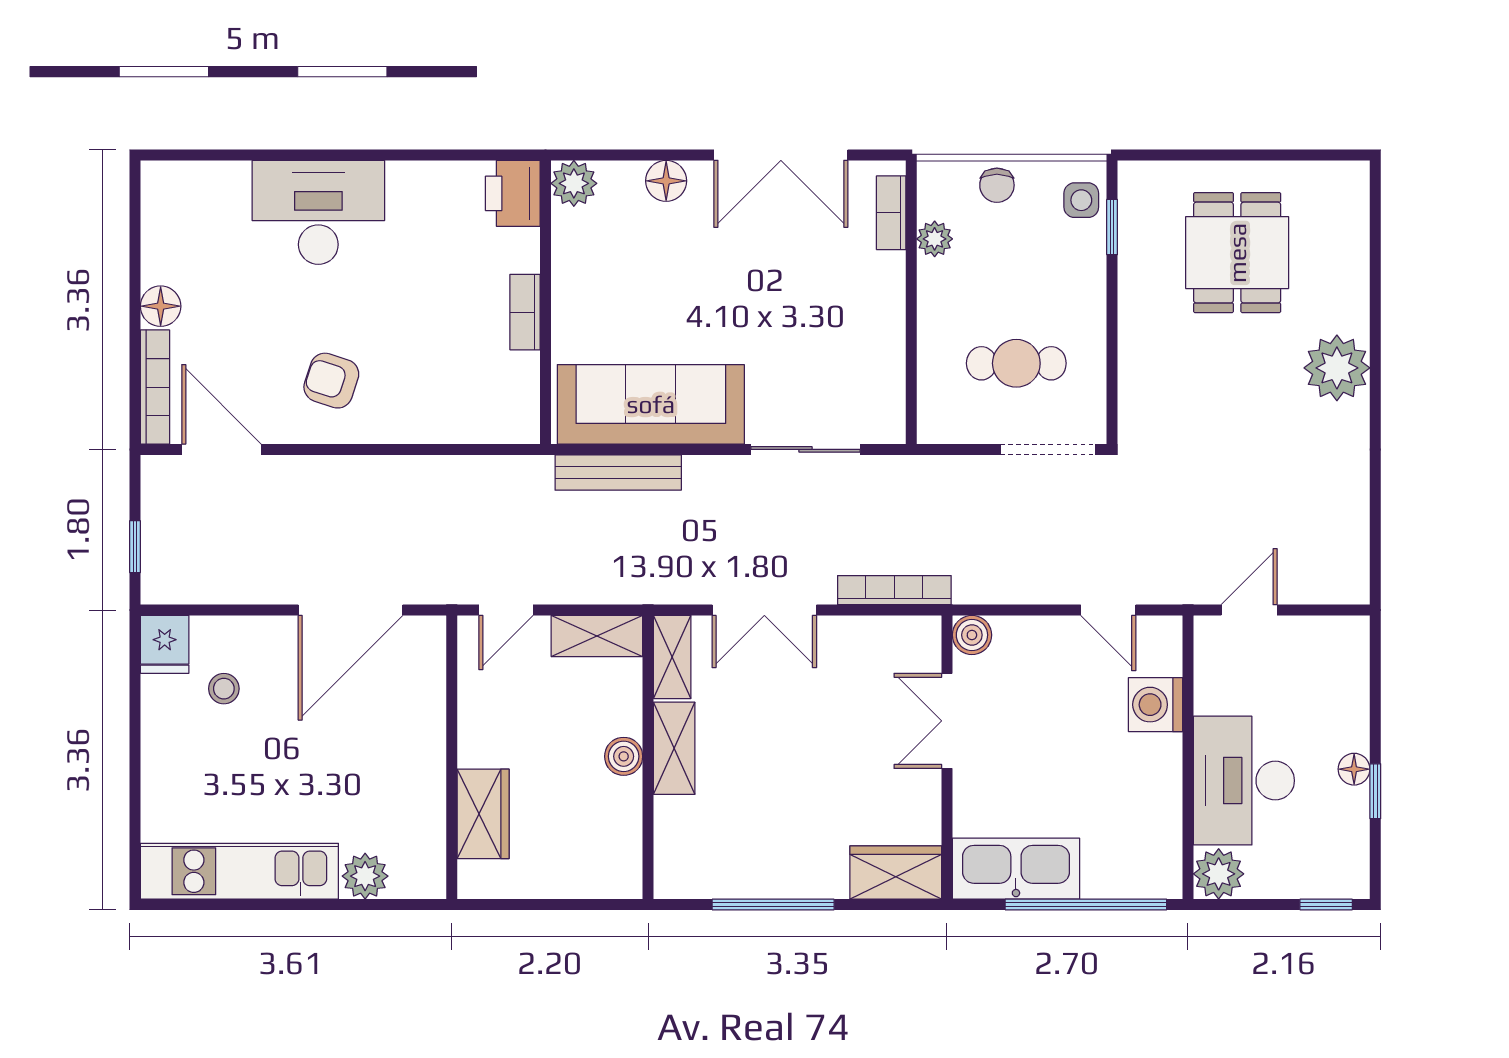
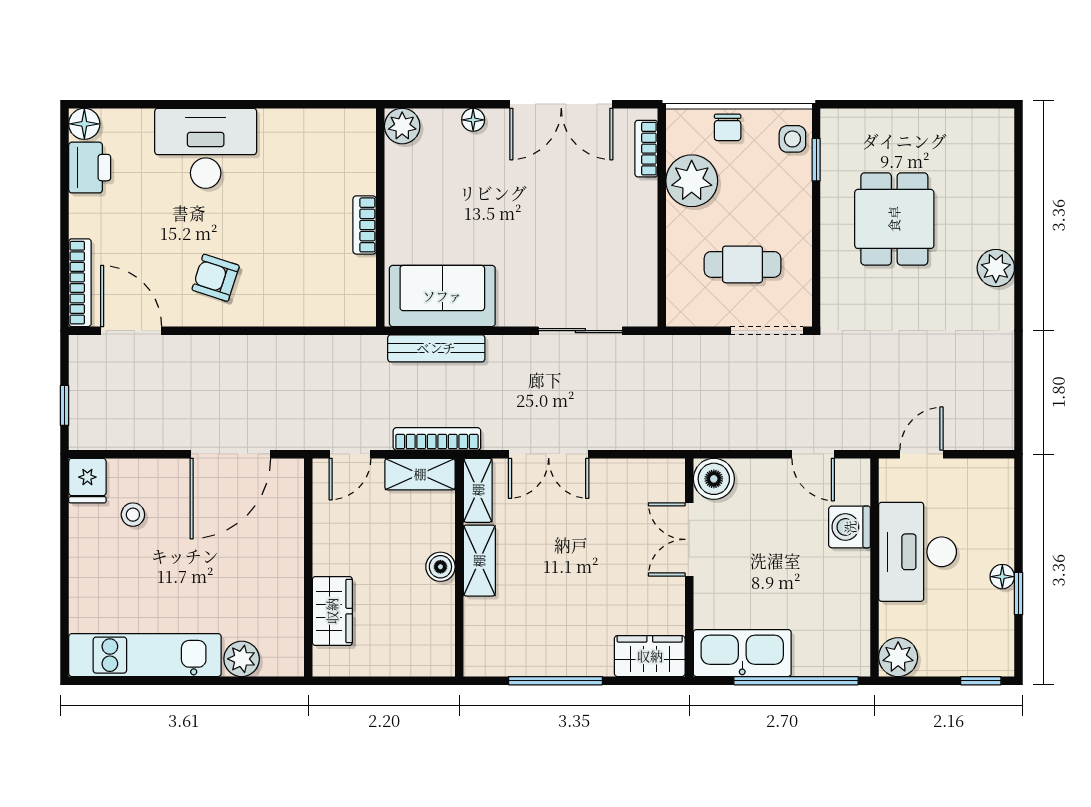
floor lamp: (666, 181) -> (473, 120), width x0.73, depth x0.73
printer: (513, 193) -> (90, 168), moved, turned 180
plant: (935, 239) -> (692, 181), width x1.88, depth x1.88
dining table: (1237, 253) -> (894, 219), moved
floor lamp: (161, 306) -> (84, 124), moved
plant: (1337, 368) -> (996, 268), width x0.73, depth x0.73
sofa: (651, 404) -> (442, 296), width x0.73
bookcase: (894, 590) -> (437, 439), moved
boiler: (972, 635) -> (714, 479), width x1.36, depth x1.36
desk: (1244, 781) -> (918, 552), moved

